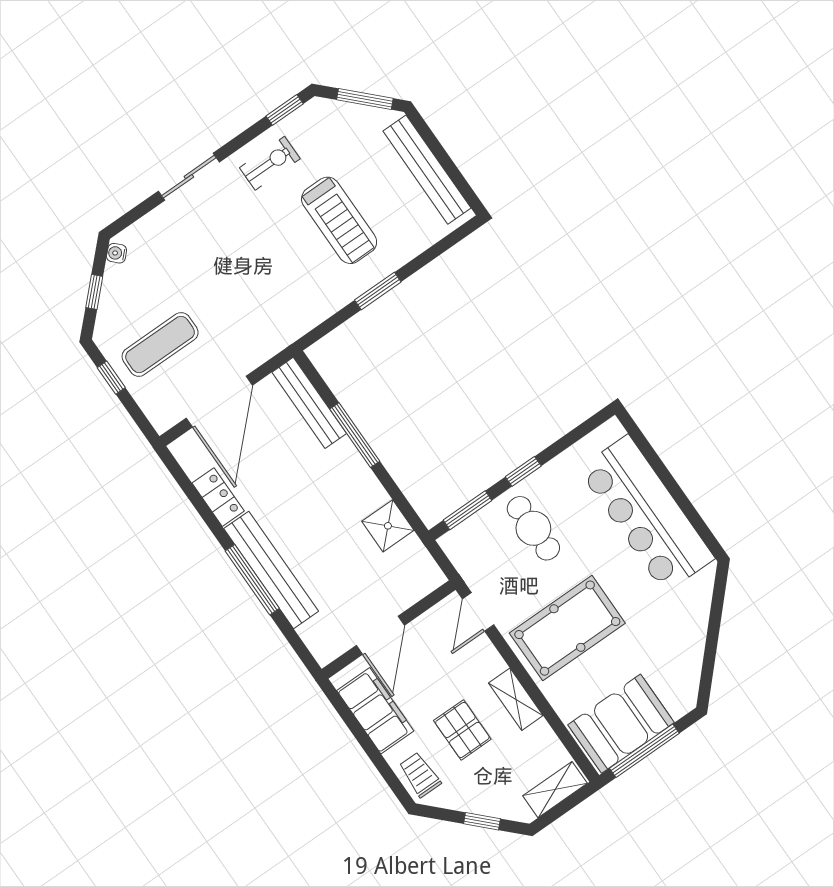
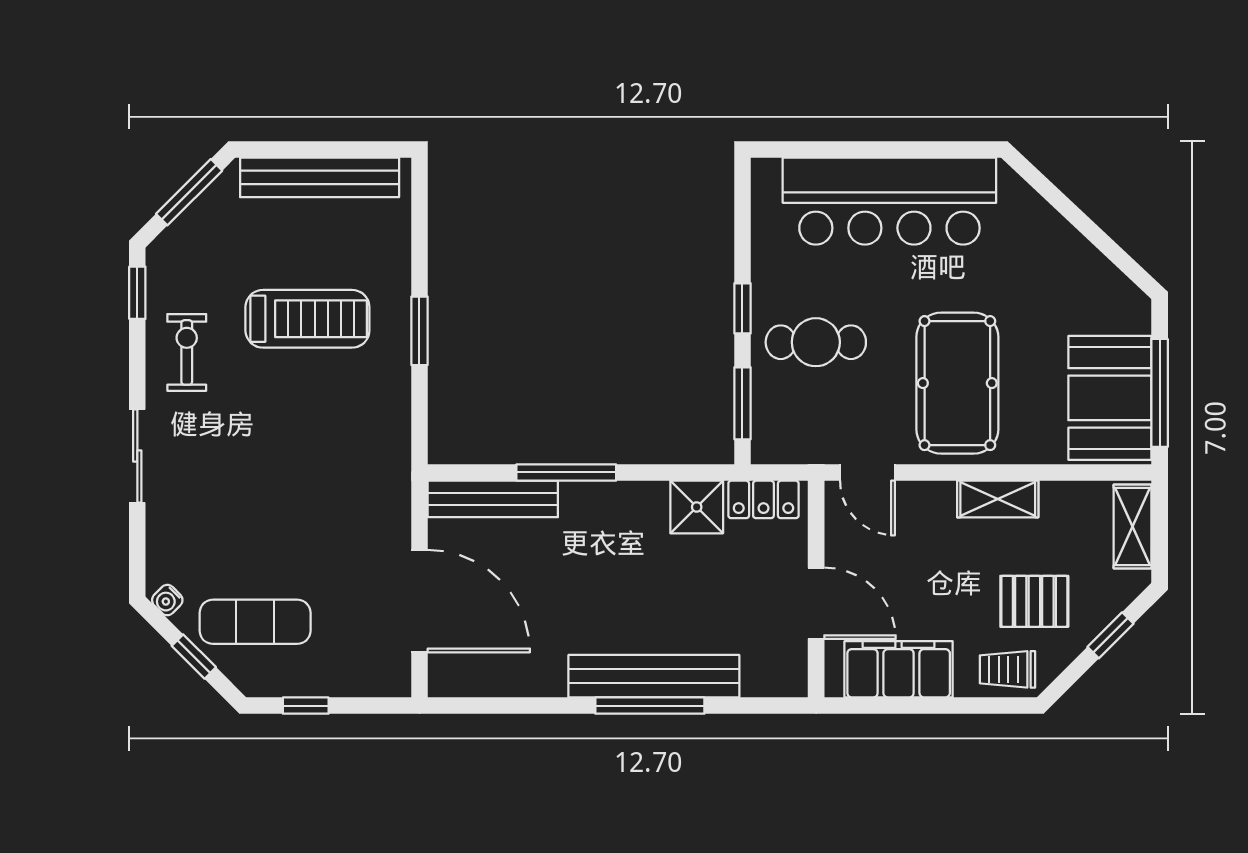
exercise mat: (160, 344) -> (255, 622), moved, turned 90
locker: (218, 497) -> (763, 499), moved, turned 180
pallet: (462, 730) -> (1034, 601), moved

